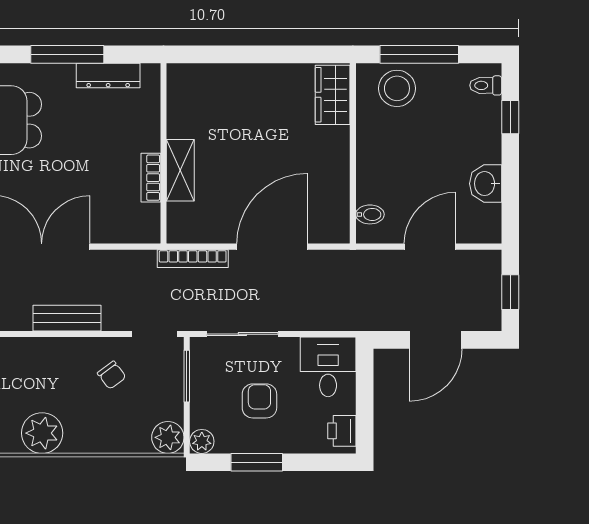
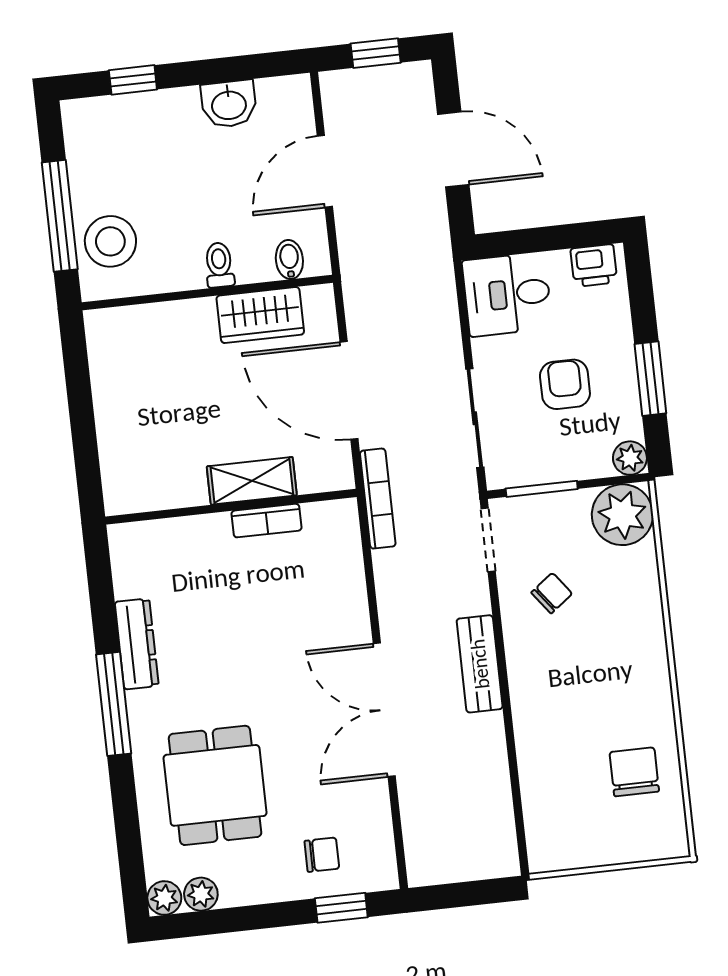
toilet: (486, 85) -> (219, 265), moved, turned 180
wardrobe: (333, 95) -> (260, 315), moved
wall: (163, 153) -> (231, 507), moved
shelving: (180, 170) -> (252, 481), moved
bookcase: (151, 178) -> (267, 521), moved
door: (430, 247) -> (325, 171), hinge flipped
armchair: (259, 401) -> (565, 384), turned 90
plant: (42, 433) -> (643, 681), removed
plant: (168, 437) -> (622, 515), width x1.36, depth x1.36

